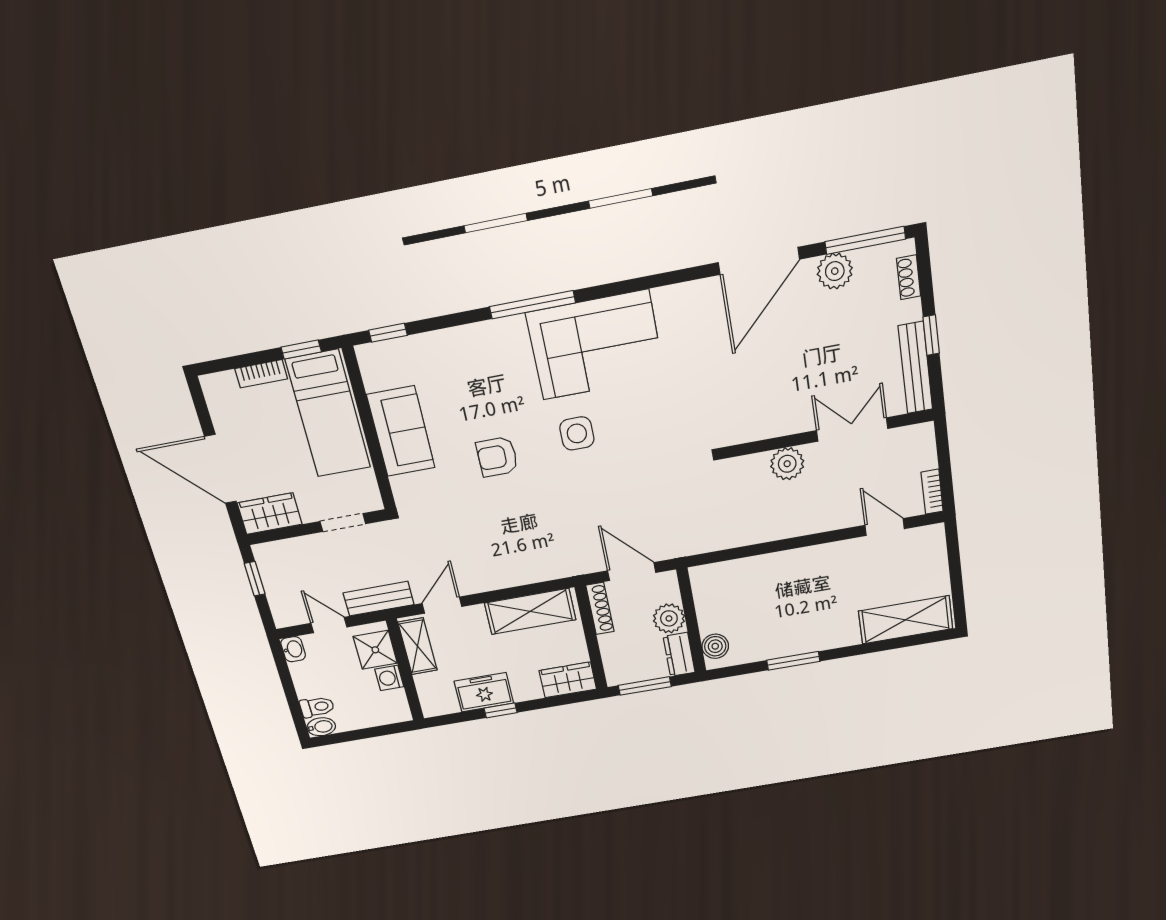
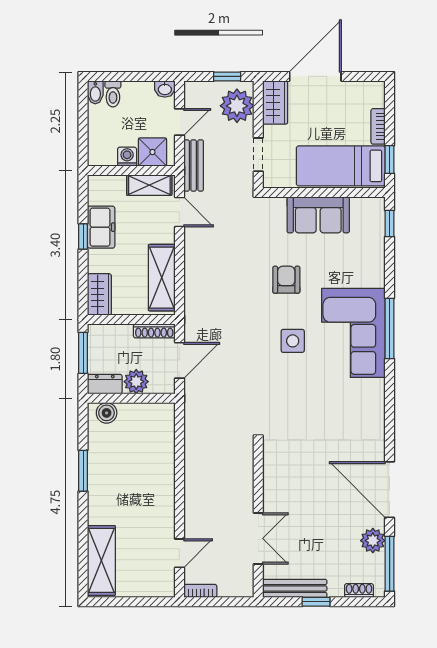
corner sofa: (595, 345) -> (353, 333), moved
plant: (787, 464) -> (237, 106), moved, width x1.36, depth x1.36

